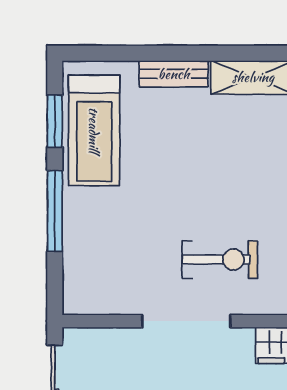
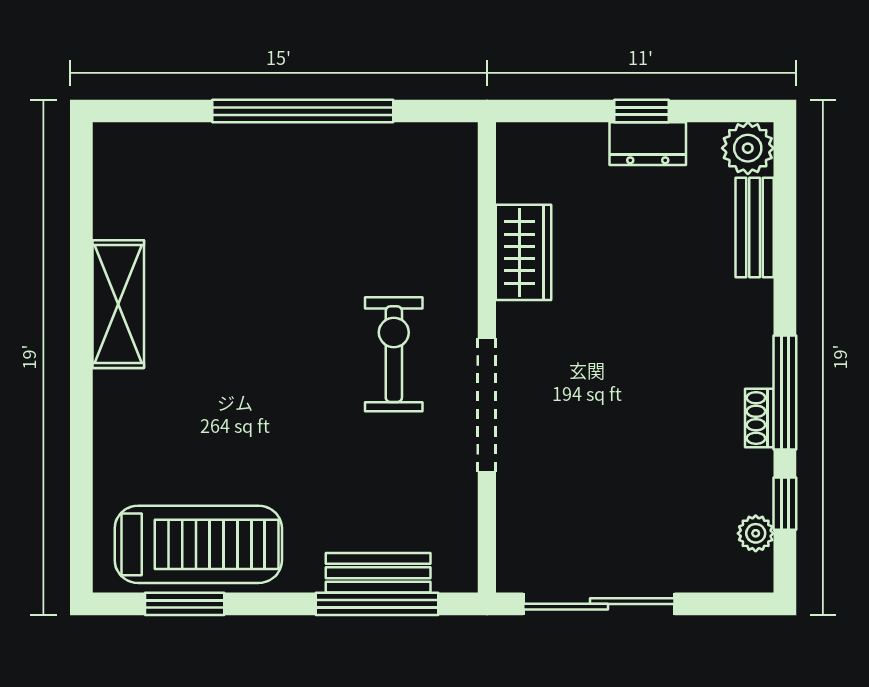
bench: (174, 74) -> (378, 573), moved, turned 90
window: (55, 211) -> (377, 604), moved

